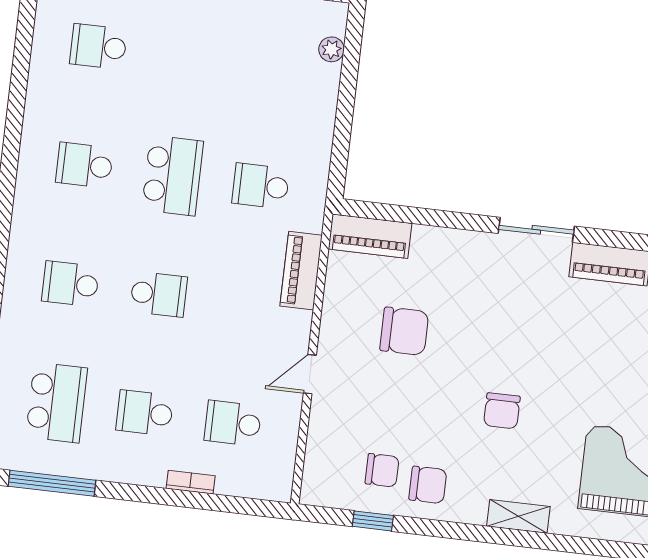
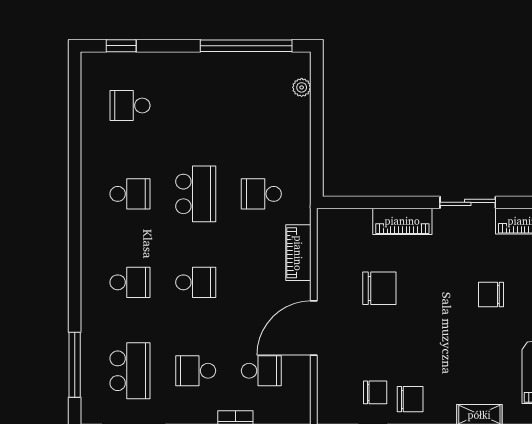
school desk: (84, 165) -> (130, 194), turned 180
piano: (370, 236) -> (402, 221), moved
school desk: (70, 284) -> (130, 282), turned 180
door: (310, 374) -> (314, 328), width x1.88
chair: (502, 411) -> (491, 295), moved, turned 90
school desk: (233, 423) -> (261, 371), turned 180

